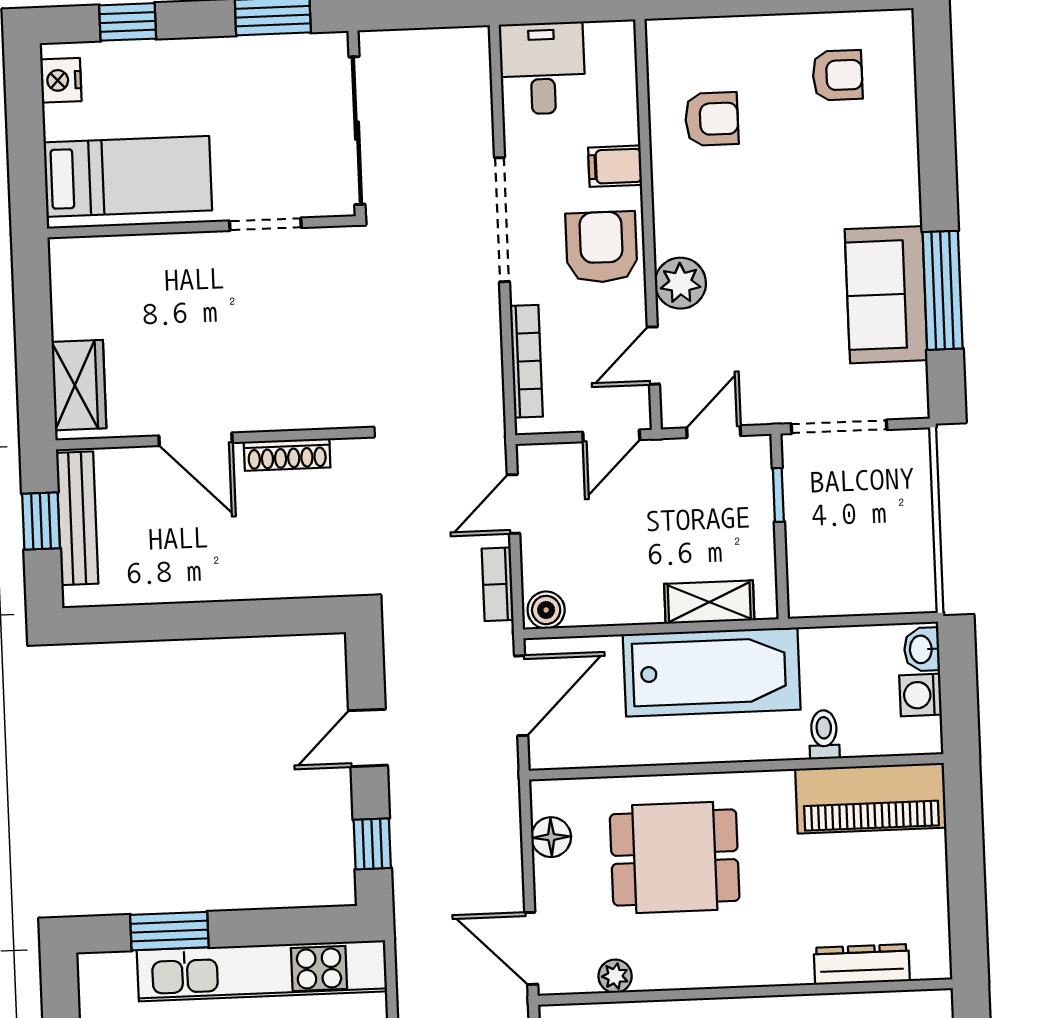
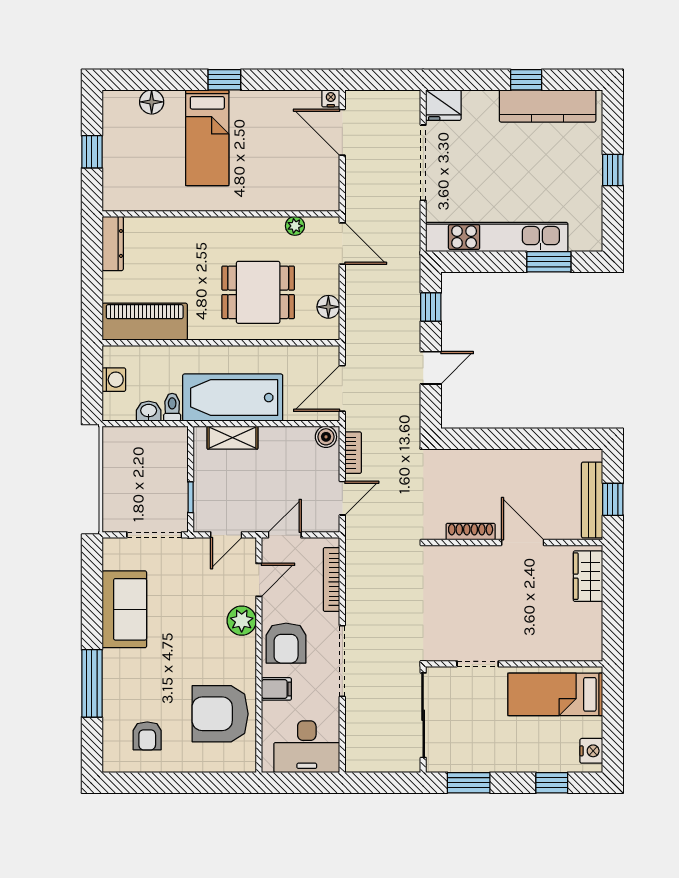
desk: (542, 68) -> (307, 747), width x1.37
armchair: (837, 75) -> (147, 736), turned -90
armchair: (712, 119) -> (220, 714), width x1.88, depth x1.88
window: (943, 290) -> (92, 683), moved
washbasin: (922, 649) -> (149, 411), moved, turned -90
toilet: (824, 735) -> (172, 407), moved, turned 180
dresser: (862, 964) -> (113, 243), moved, turned -90

